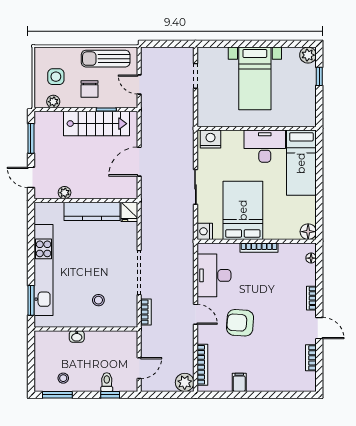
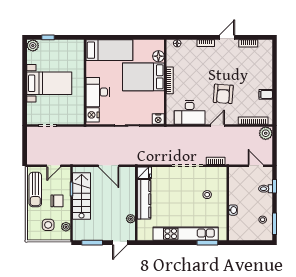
desk: (265, 146) -> (98, 92), moved
bed: (243, 210) -> (143, 77), moved
floor lamp: (308, 232) -> (158, 56), moved

